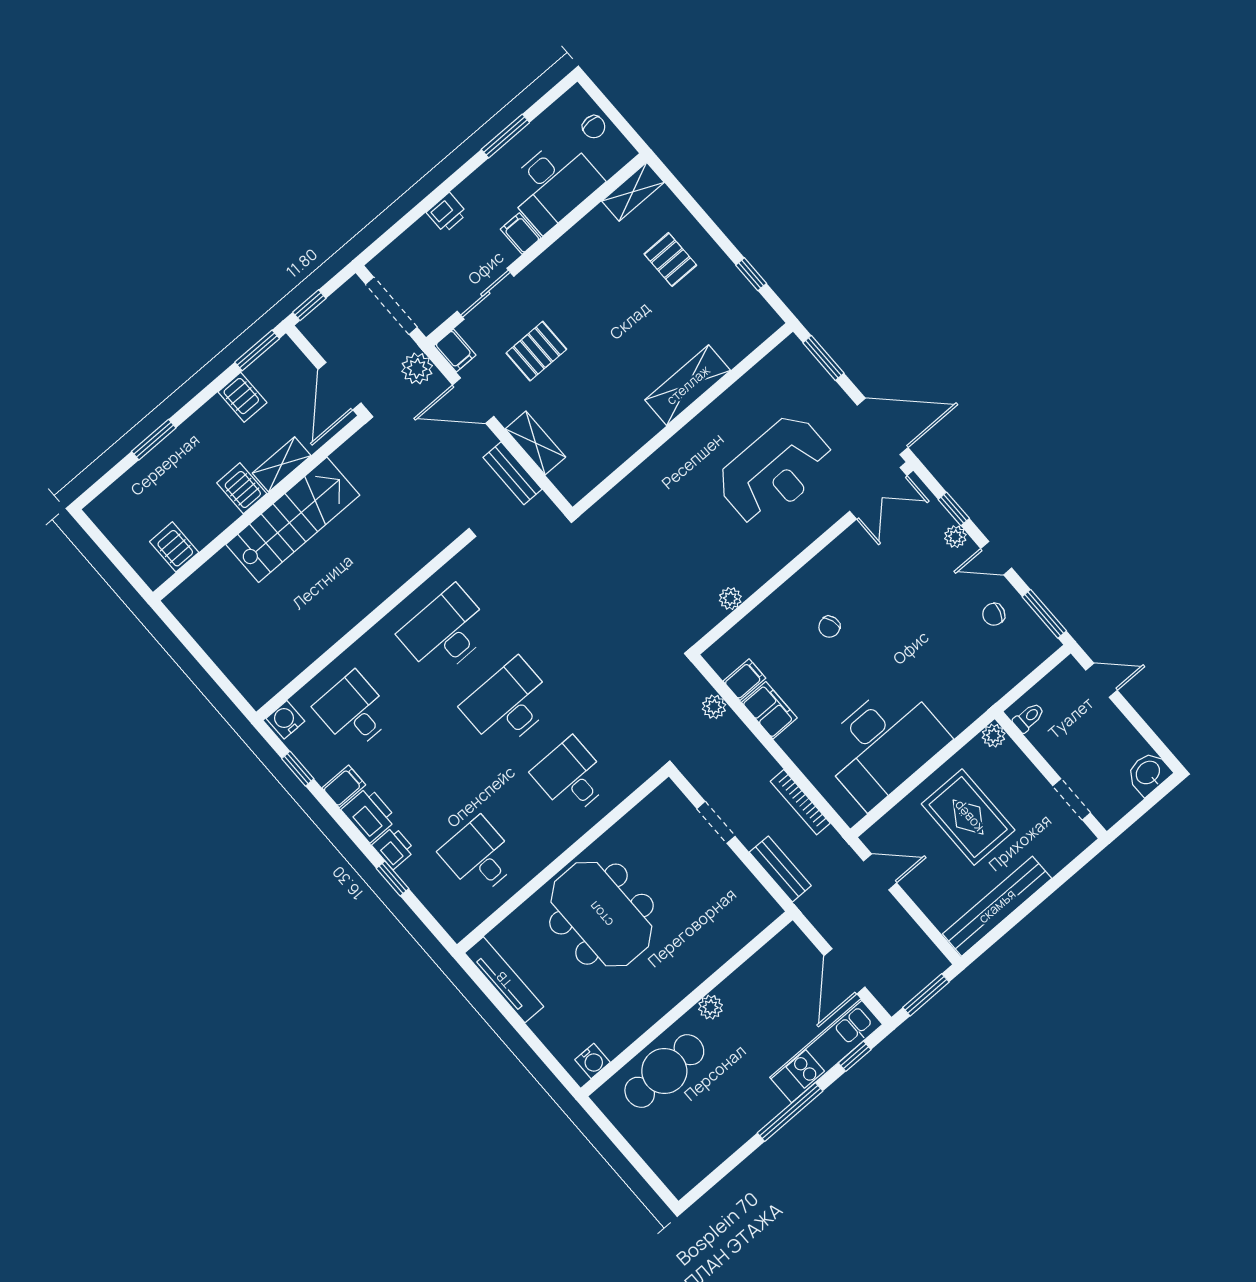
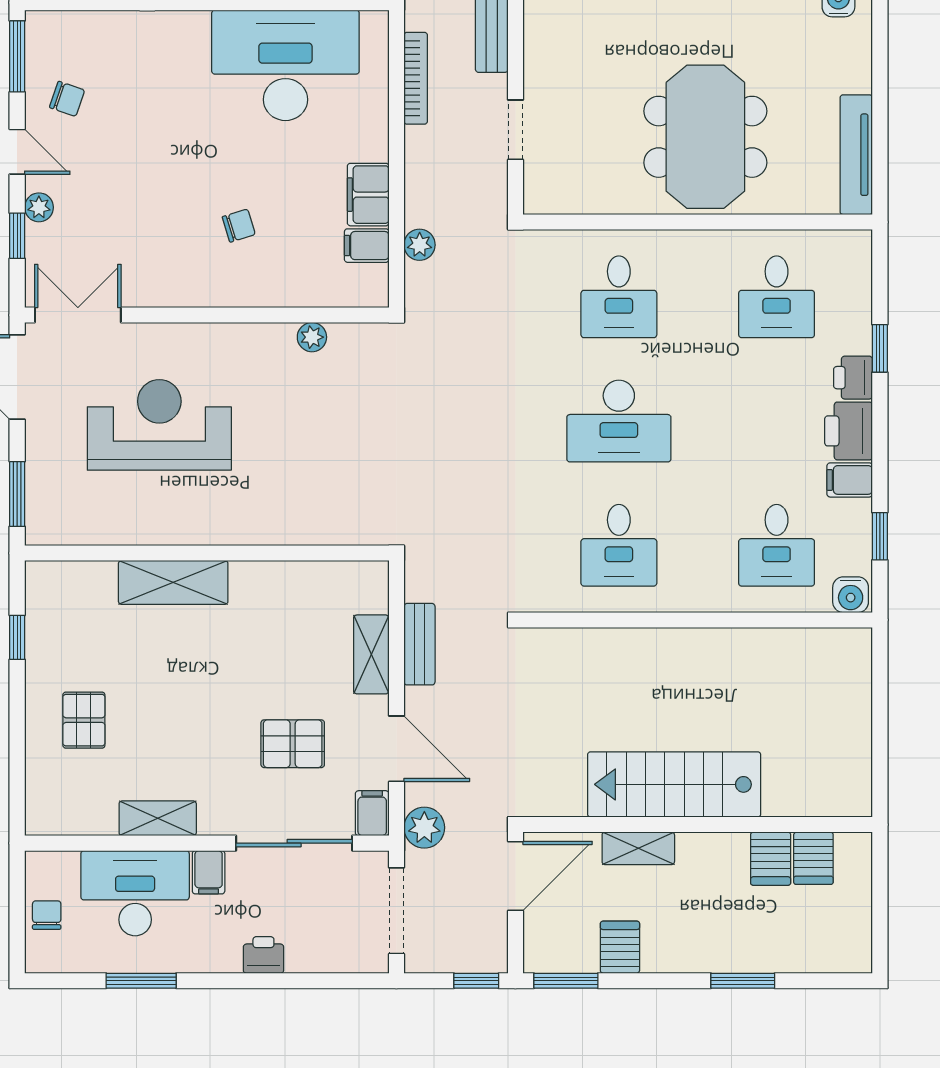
shelving: (633, 192) -> (158, 818), moved
sliding door: (485, 294) -> (294, 843), width x1.37
server rack: (242, 488) -> (771, 859), moved
desk: (446, 632) -> (619, 545), width x0.73

